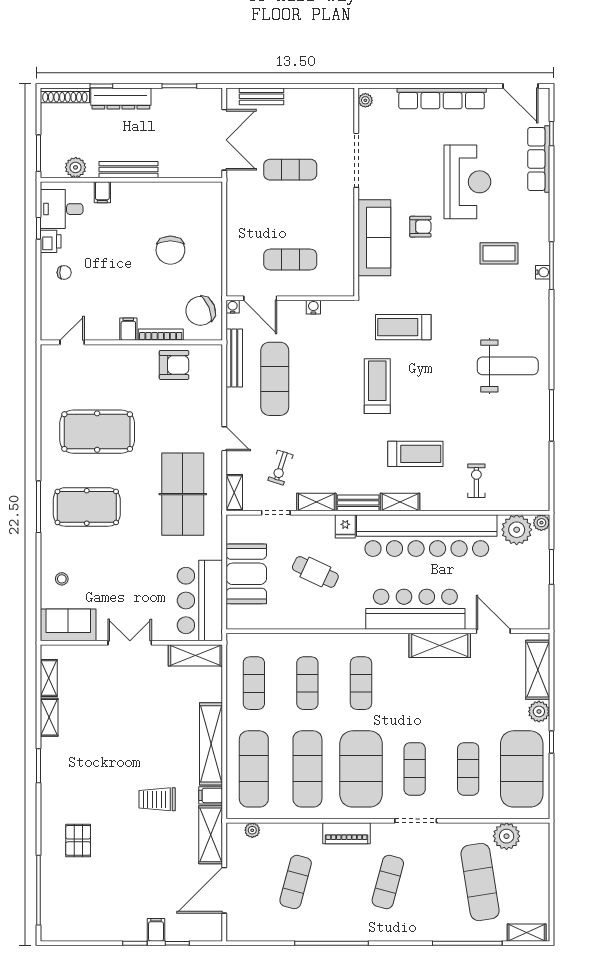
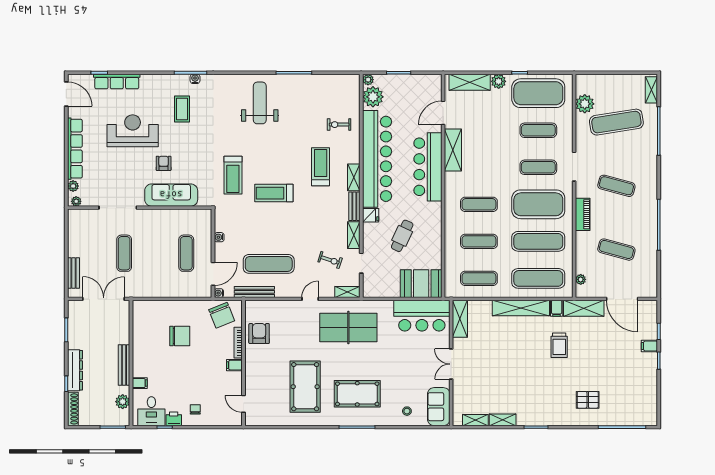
door: (521, 86) -> (66, 94), hinge flipped
plant: (387, 96) -> (73, 186), added
pool table: (87, 507) -> (357, 394), turned 90
booth: (246, 574) -> (421, 284), moved

